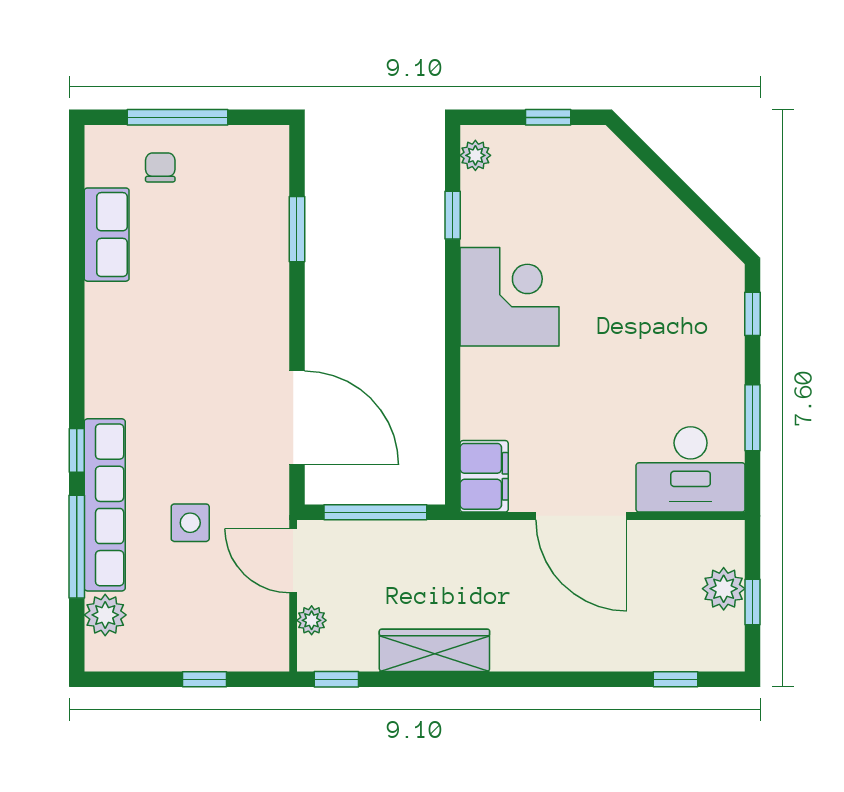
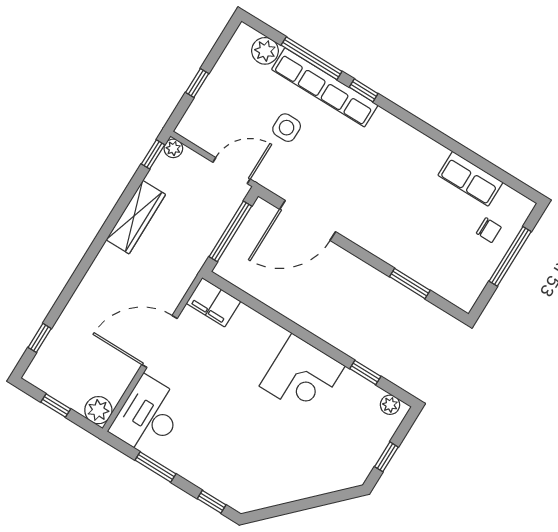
plant: (724, 589) -> (98, 410), moved
plant: (312, 620) -> (173, 148), moved

